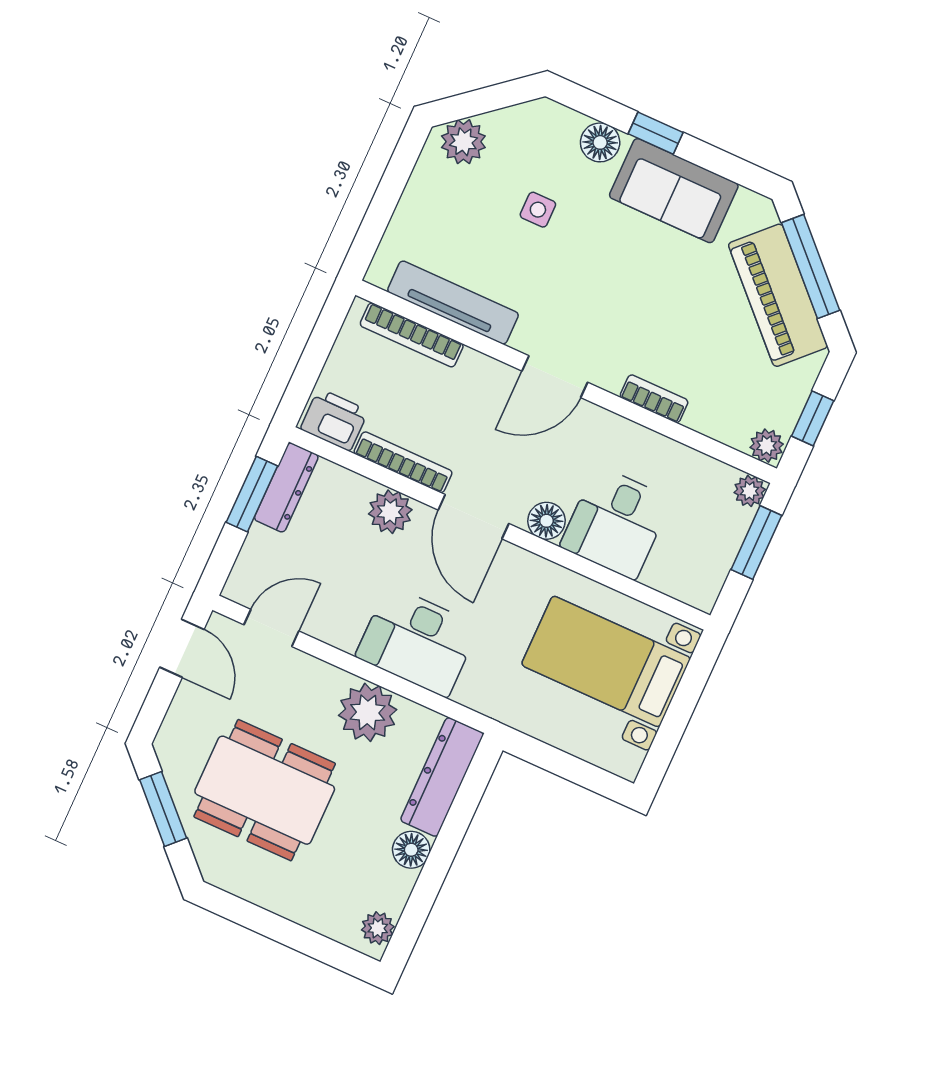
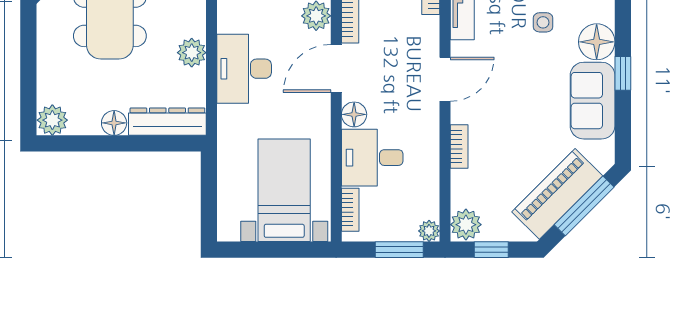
floor lamp: (600, 142) -> (597, 42), width x1.38, depth x1.38
door: (555, 377) -> (445, 79), swing flipped
plant: (767, 446) -> (466, 225), width x1.38, depth x1.38
bookcase: (673, 584) -> (350, 210), added
plant: (368, 712) -> (192, 53), width x0.73, depth x0.73
plant: (378, 928) -> (52, 120), width x1.38, depth x1.38

